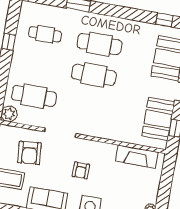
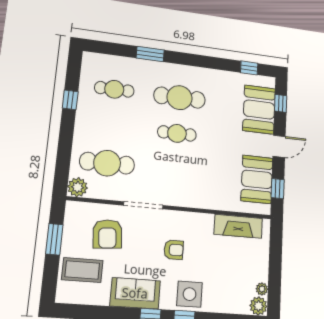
cafe table: (94, 75) -> (177, 133), width x0.73, depth x0.74
armchair: (81, 170) -> (174, 250), turned -90

